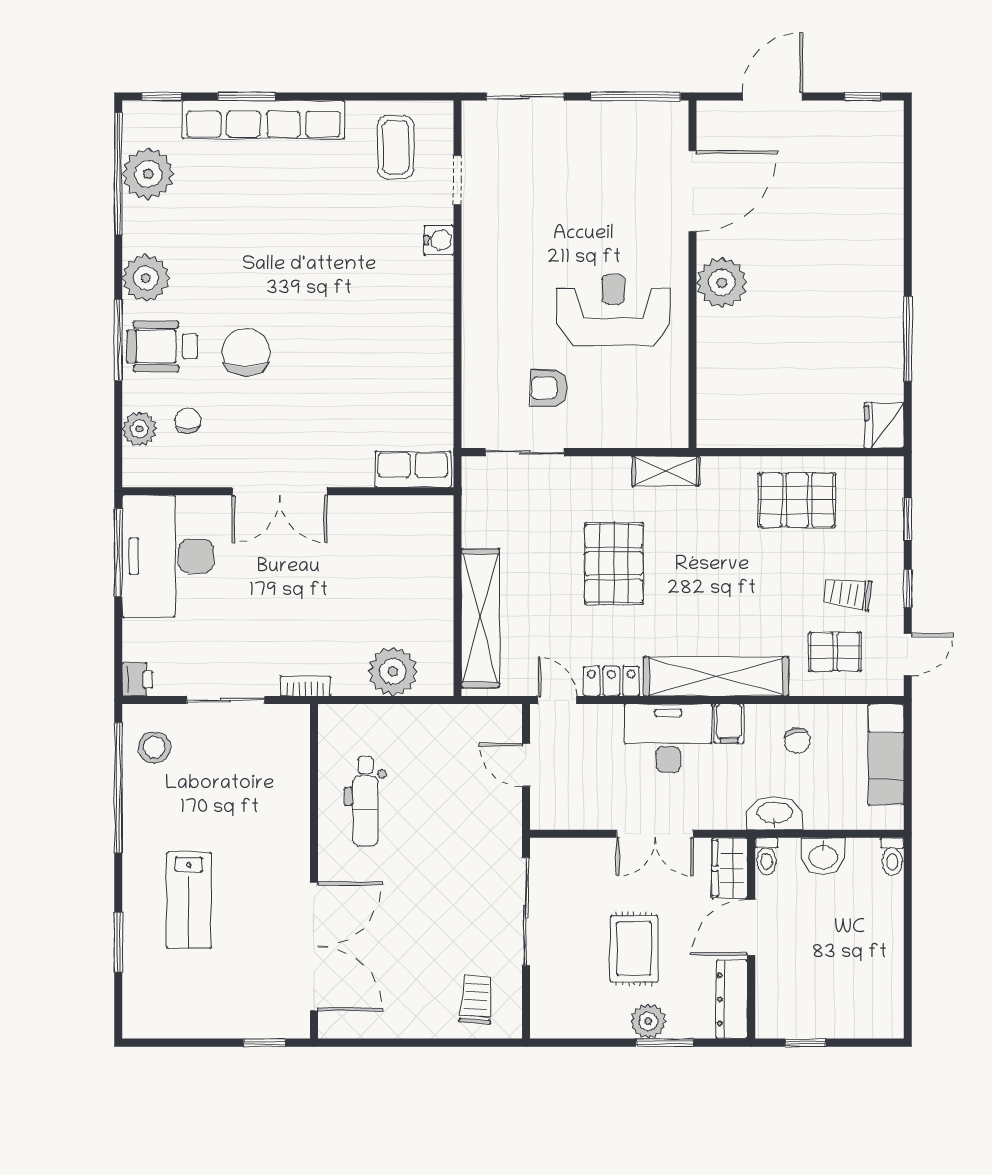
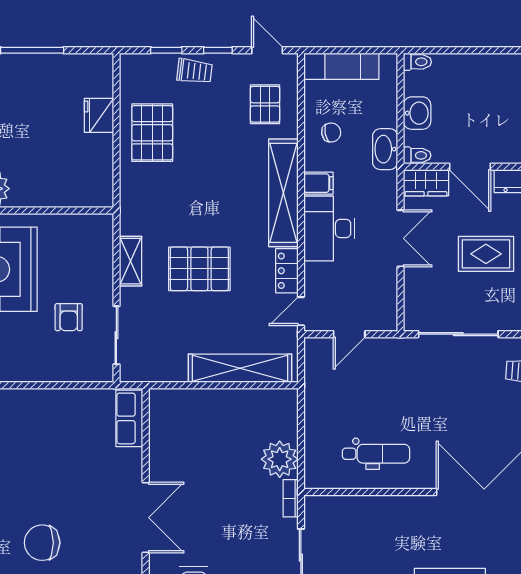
fridge: (884, 425) -> (99, 115), moved, turned 90
shelving: (666, 471) -> (131, 261), moved
trolley: (848, 593) -> (195, 71), moved, turned -90
plant: (393, 671) -> (280, 459), moved

